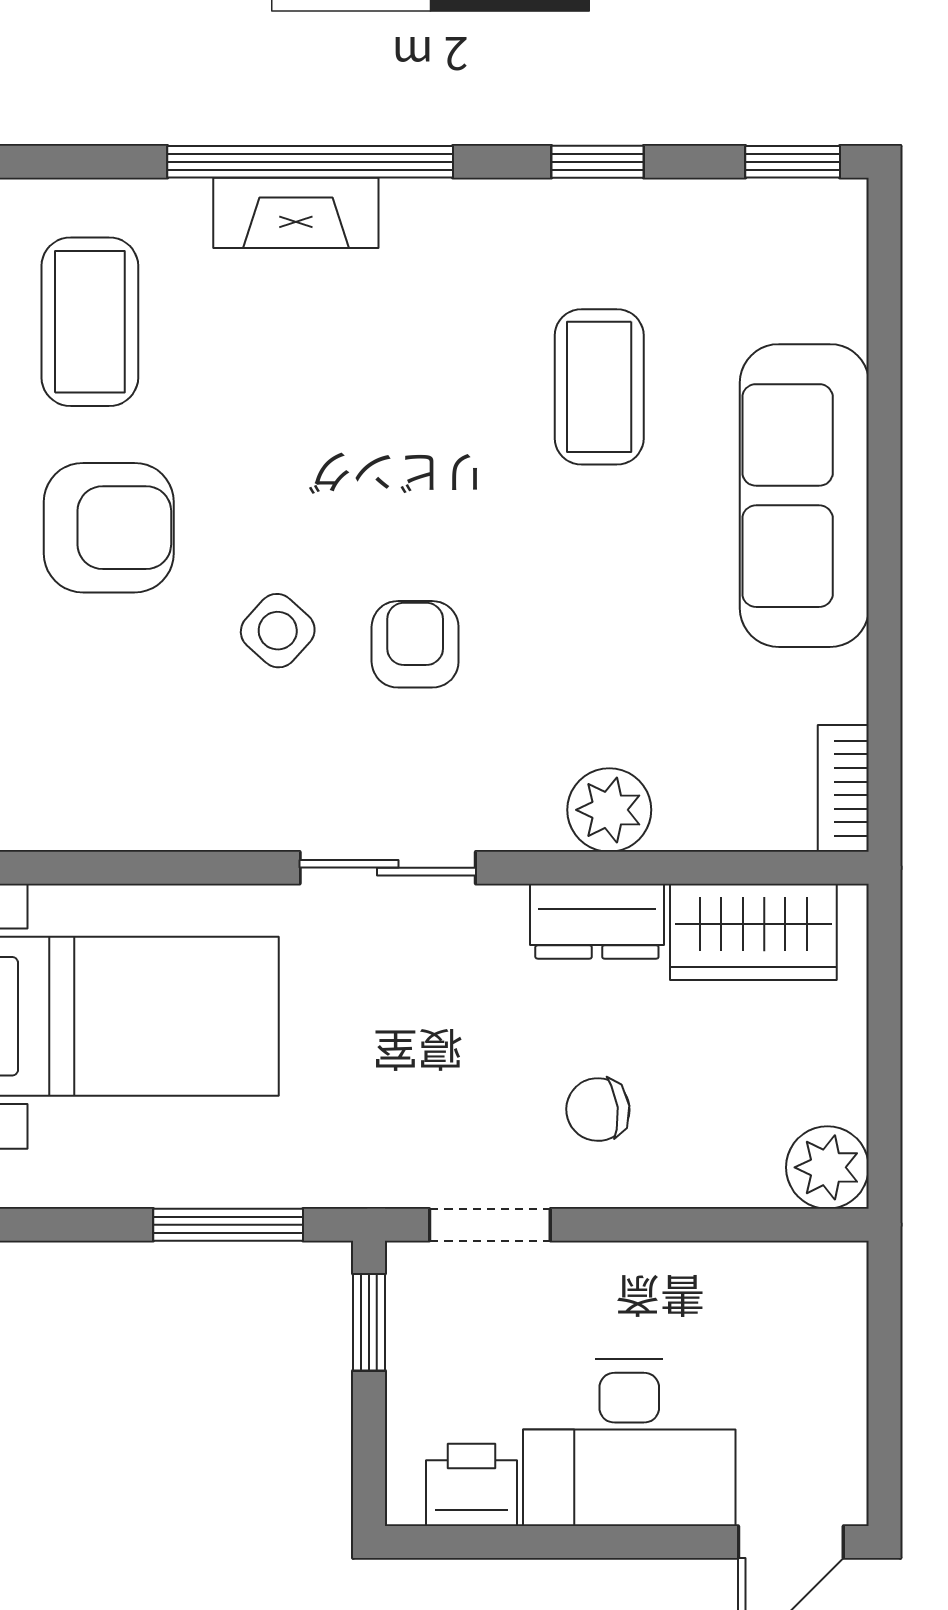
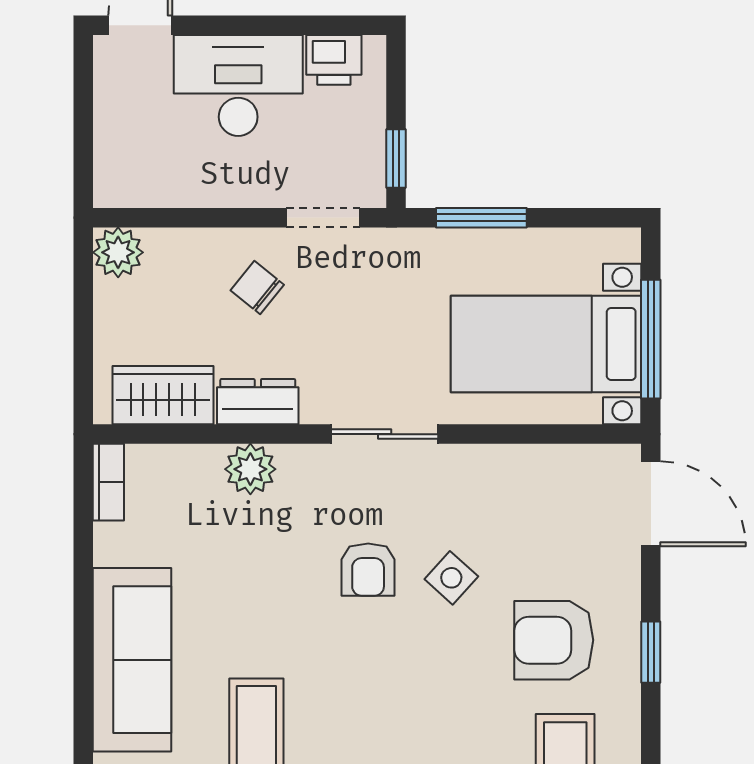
chair: (598, 1110) -> (257, 287), turned -134

